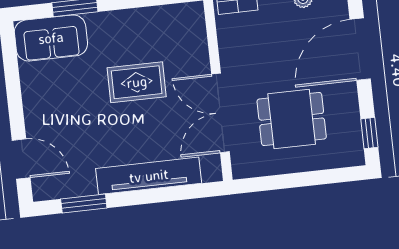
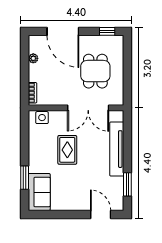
side table: (192, 28) -> (42, 118), added
door: (21, 159) -> (101, 215), hinge flipped

